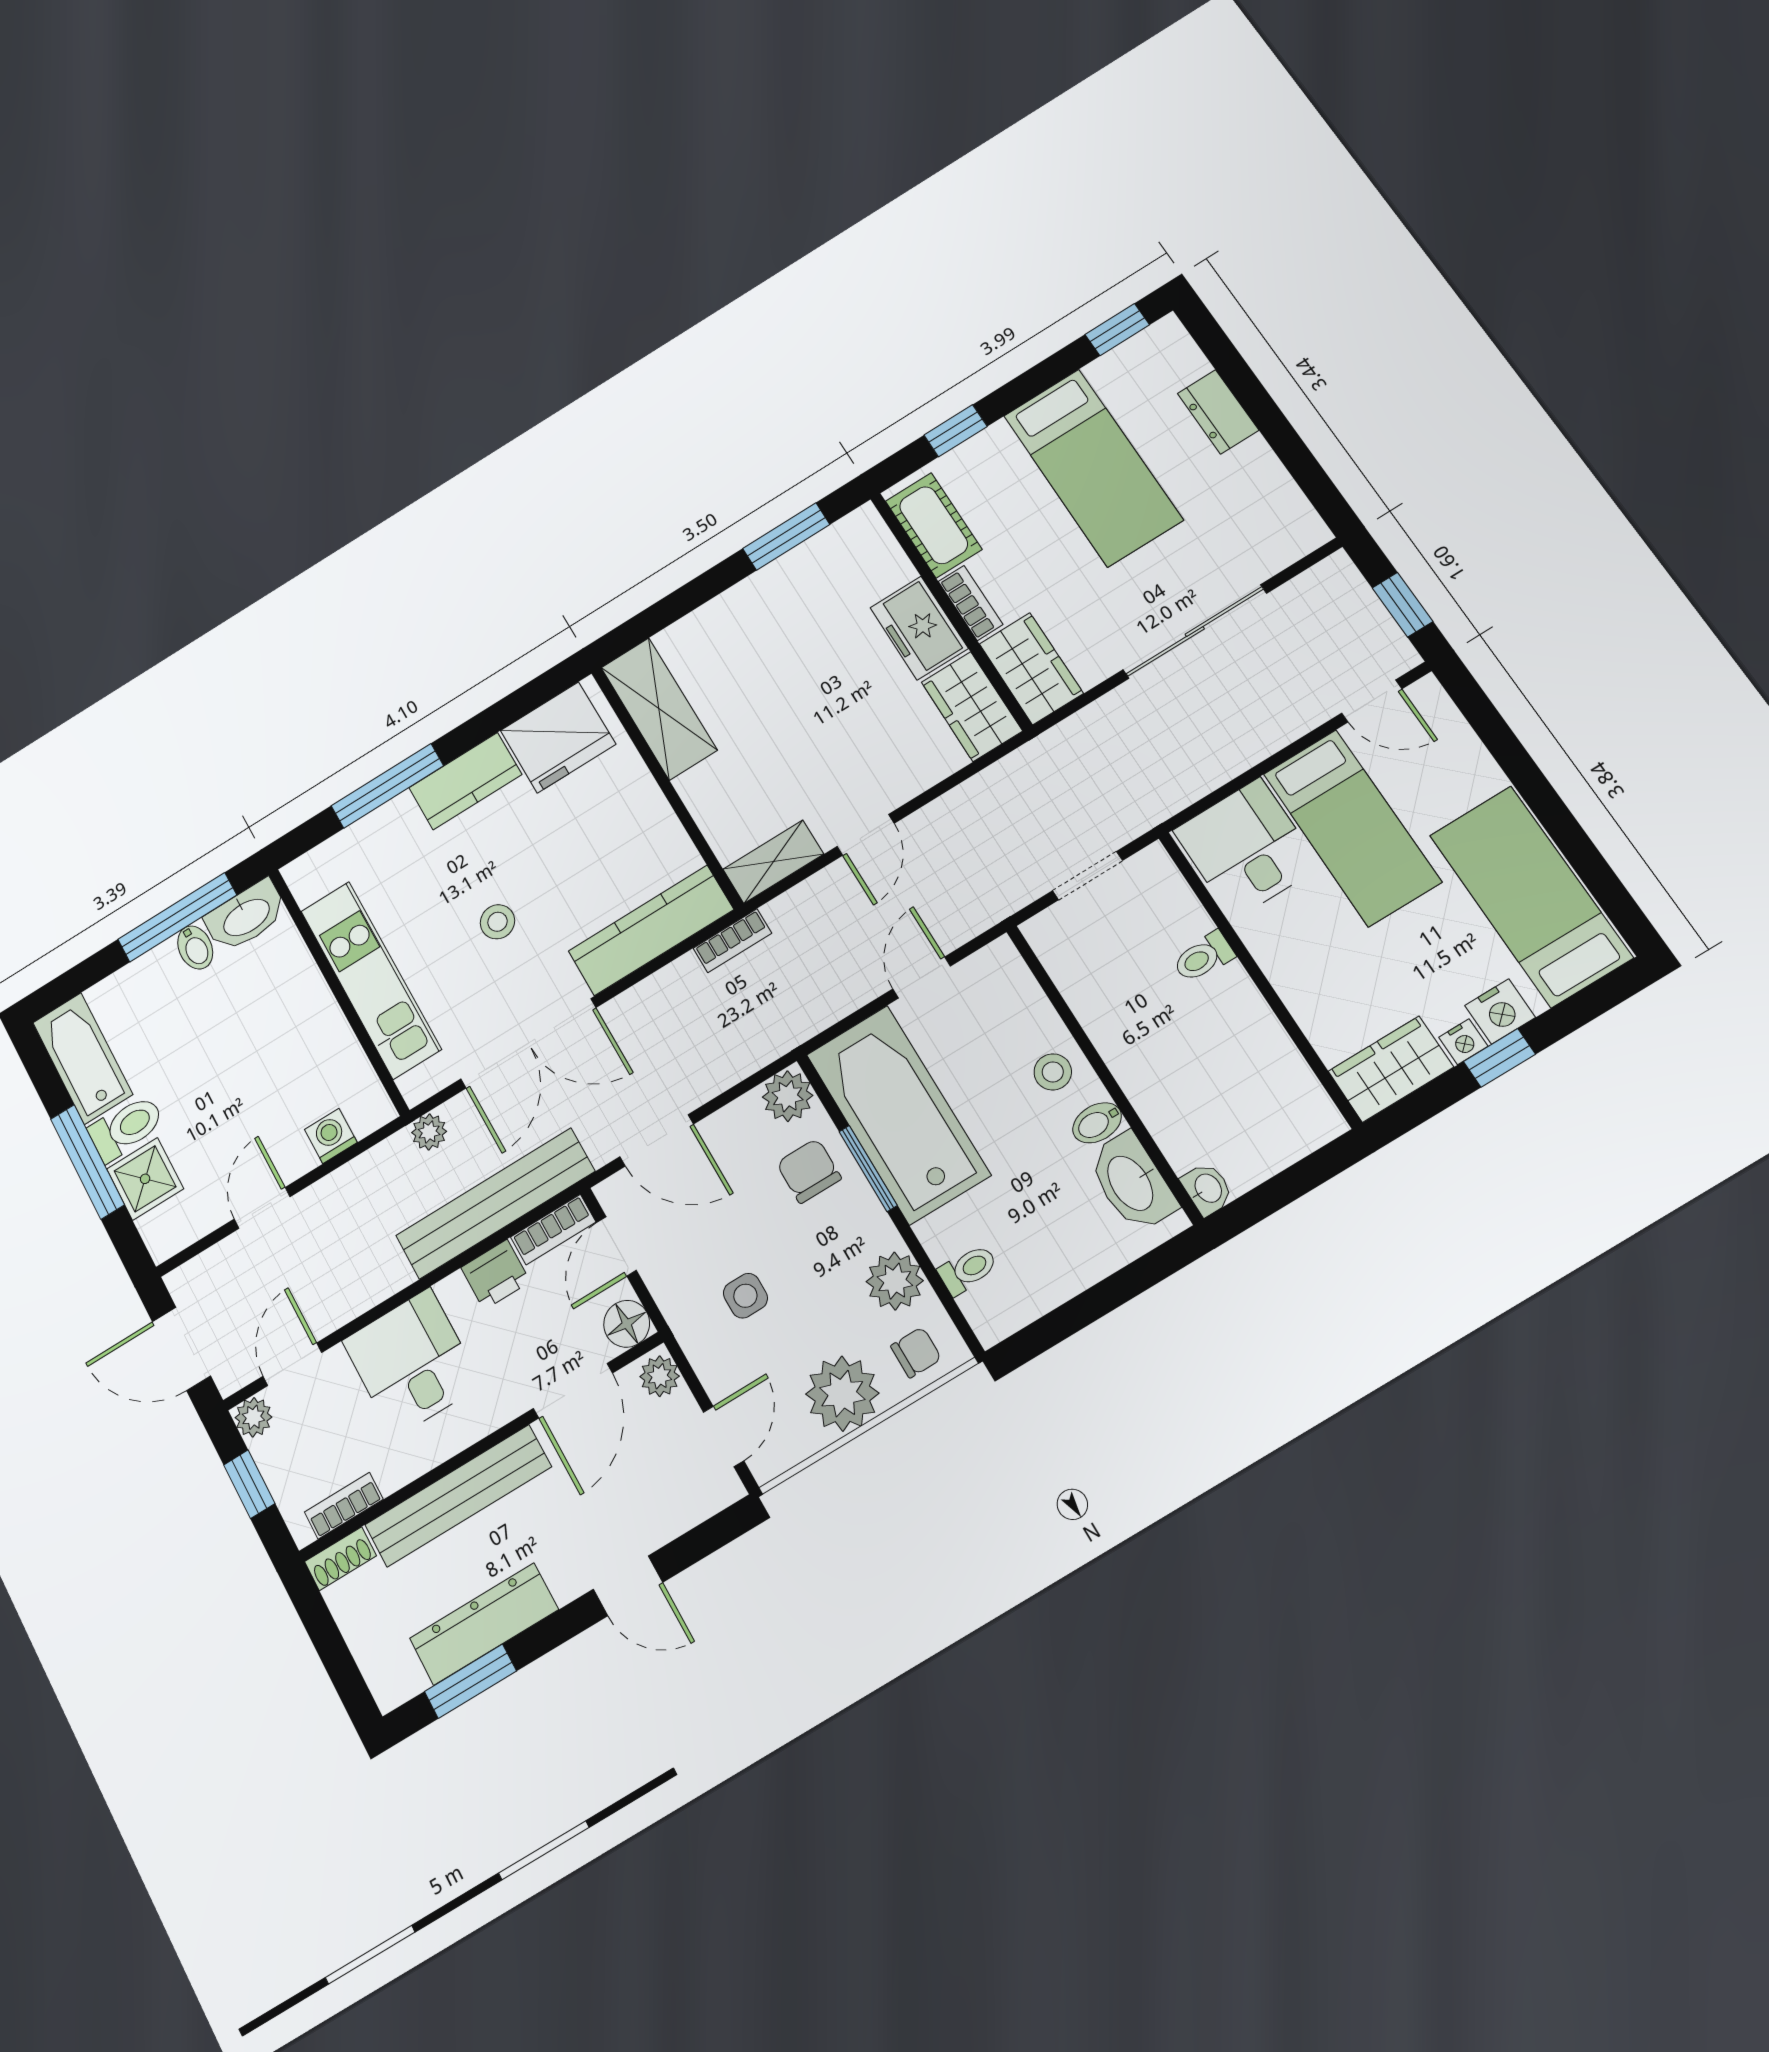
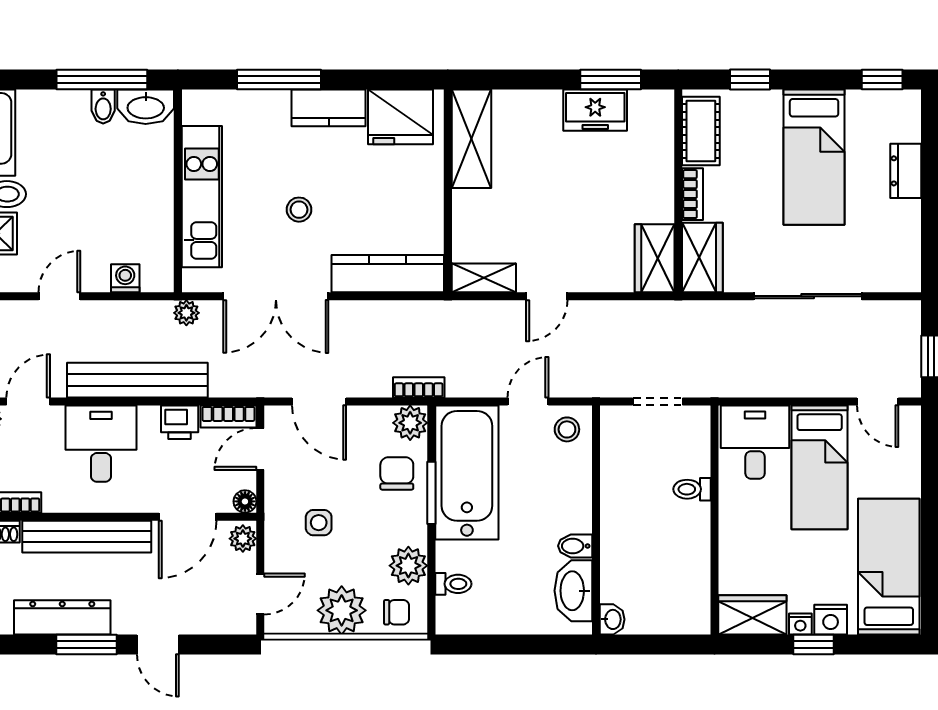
freezer: (919, 628) -> (595, 110), moved, turned -90
bookcase: (732, 941) -> (419, 387), moved, turned 180
stool: (1053, 1072) -> (567, 429), moved
bench: (495, 1203) -> (137, 380), moved
floor lamp: (627, 1324) -> (245, 501), width x0.73, depth x0.73
window: (470, 1681) -> (87, 644), moved

